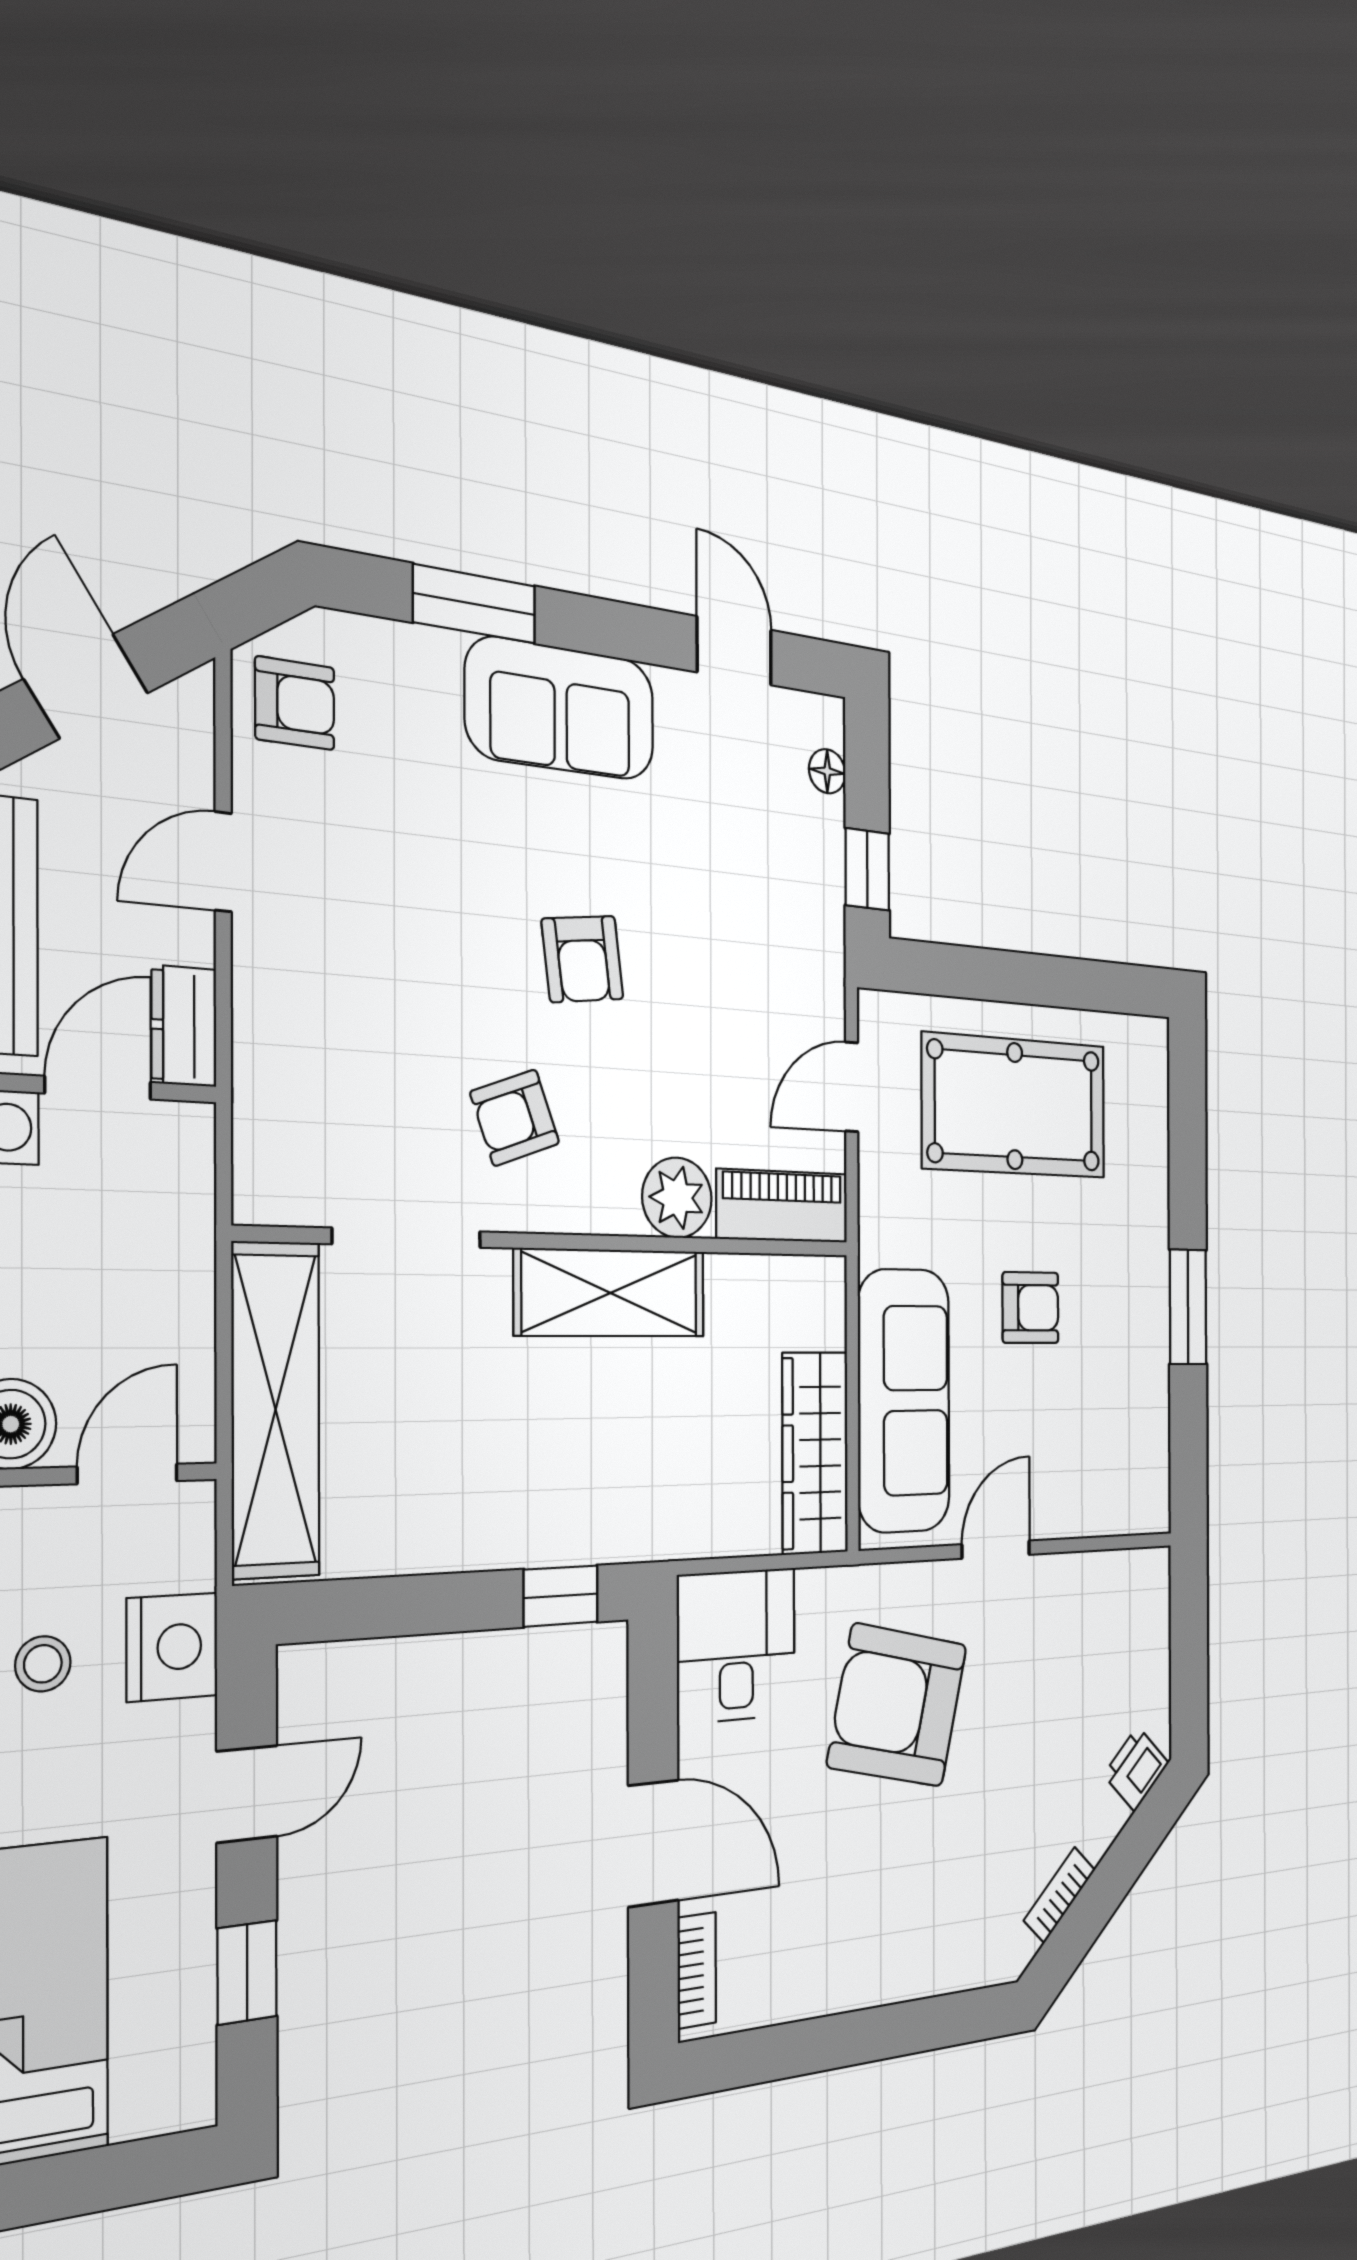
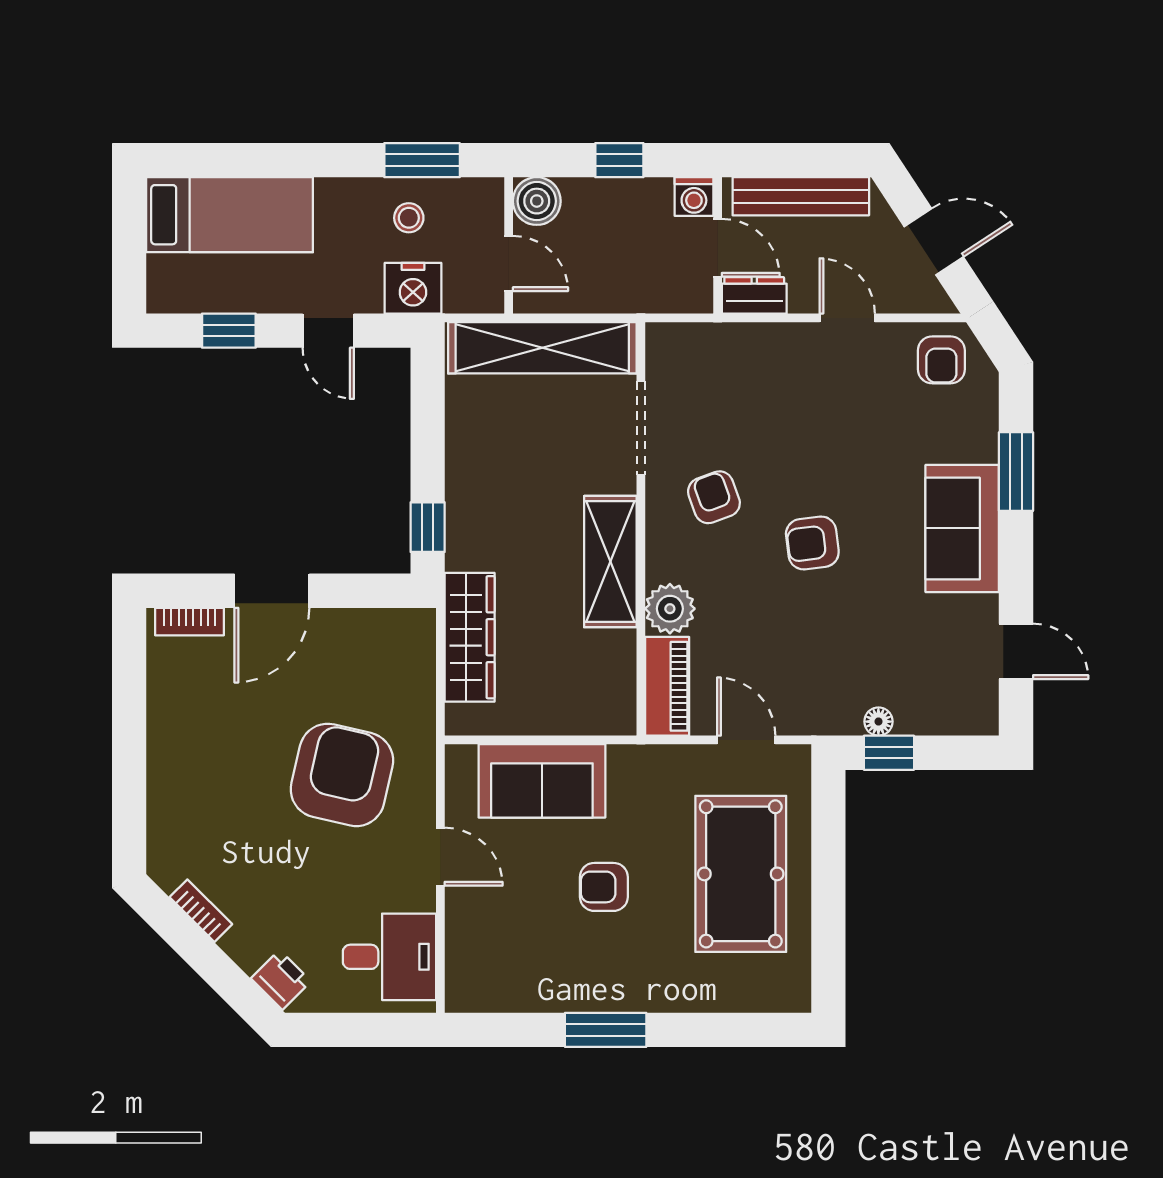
door: (734, 651) -> (1016, 651), hinge flipped
floor lamp: (827, 771) -> (878, 722), moved
armchair: (1030, 1308) -> (604, 887), turned 90
sofa: (904, 1401) -> (542, 781), width x0.73
wardrobe: (815, 1453) -> (470, 637), moved, turned 90
desk: (736, 1645) -> (390, 957), moved

